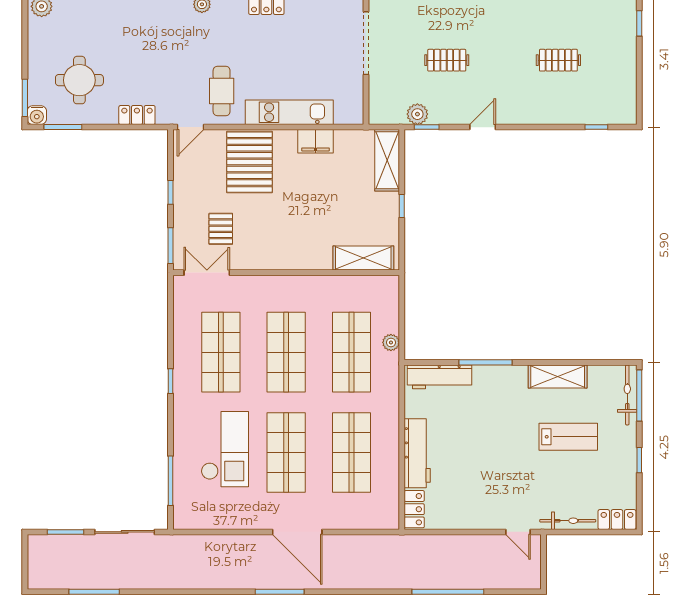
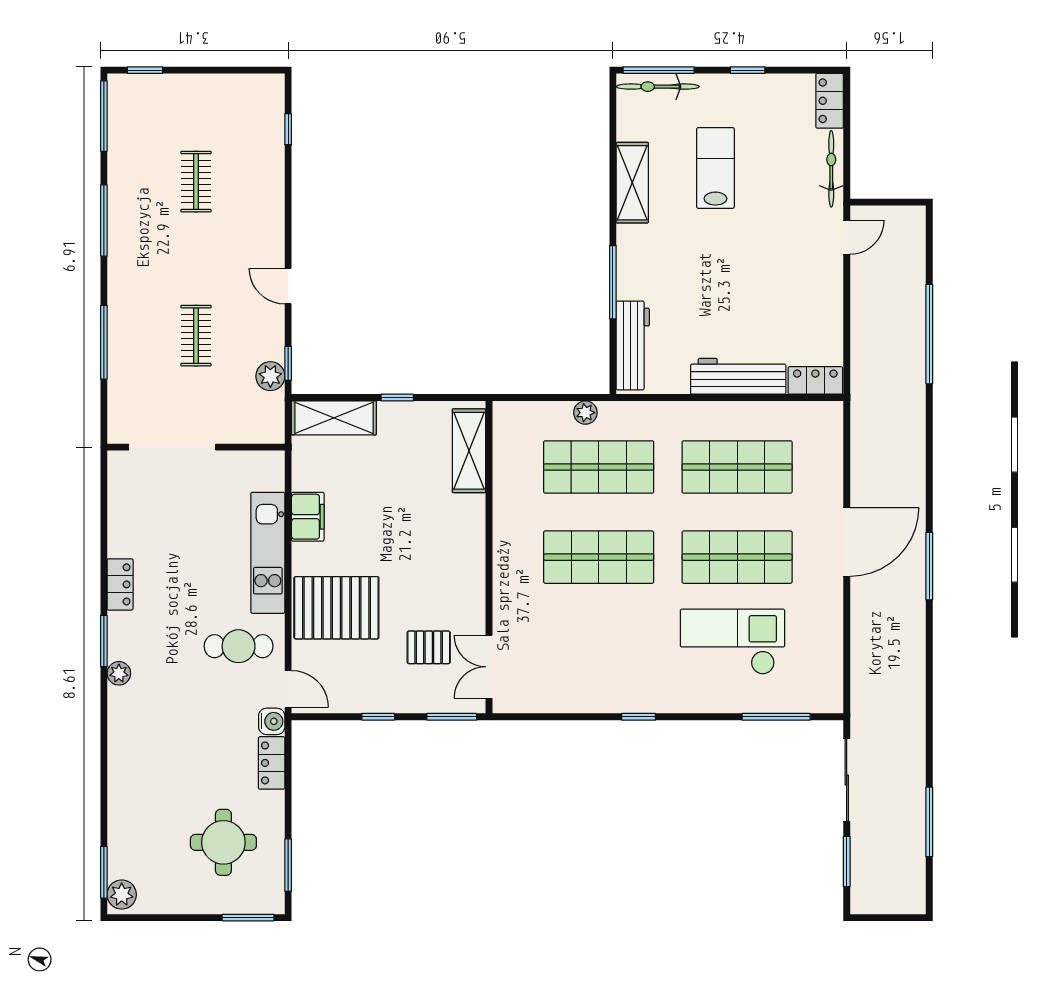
water cooler: (37, 115) -> (272, 721), moved
shop shelf: (221, 352) -> (599, 647), removed

